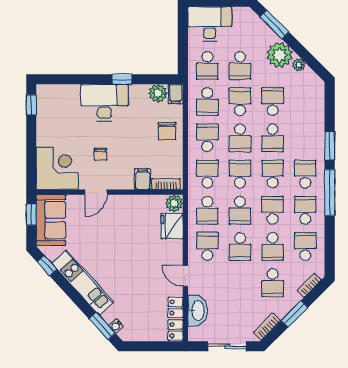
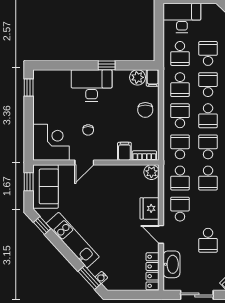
school desk: (240, 65) -> (208, 53), turned 180
fridge: (172, 226) -> (150, 208), moved
school desk: (240, 246) -> (208, 240), moved

